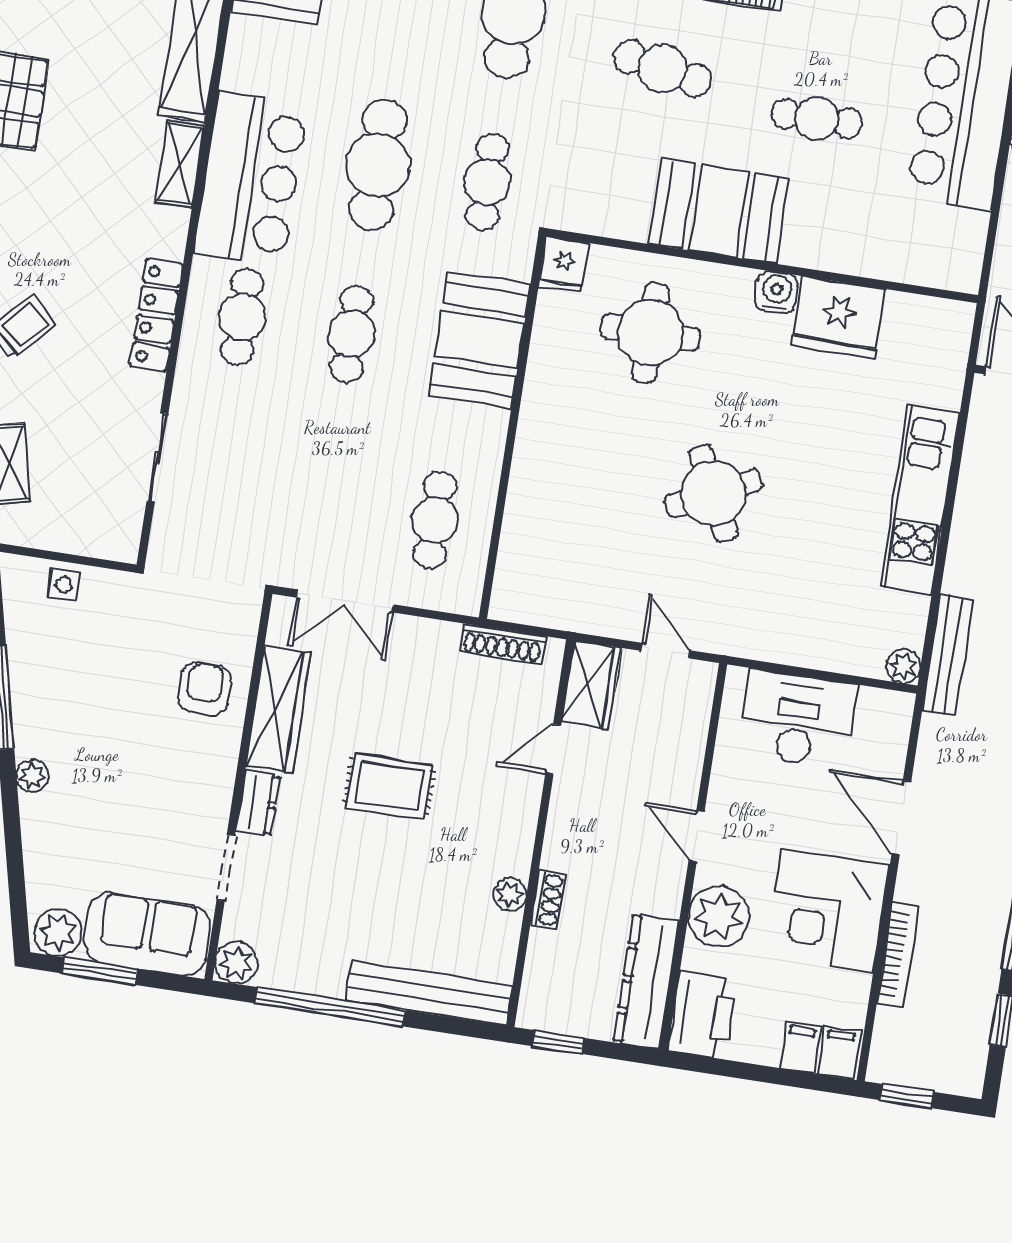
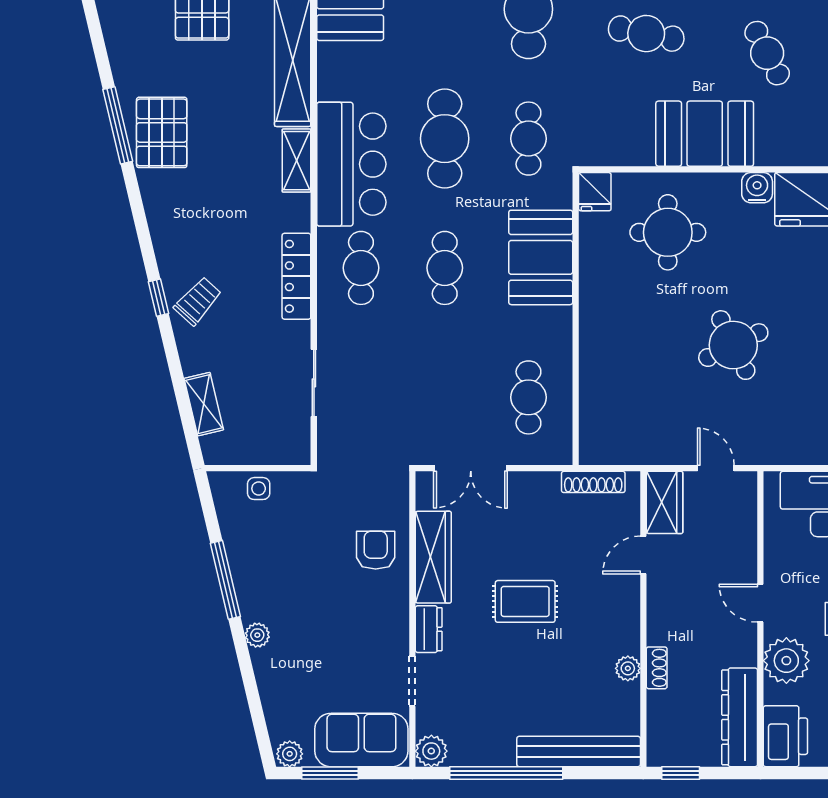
cafe table: (817, 119) -> (767, 53), turned 63
plant: (58, 932) -> (290, 754), width x0.73, depth x0.73

